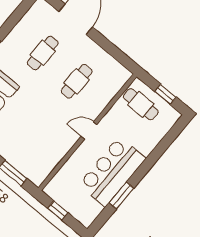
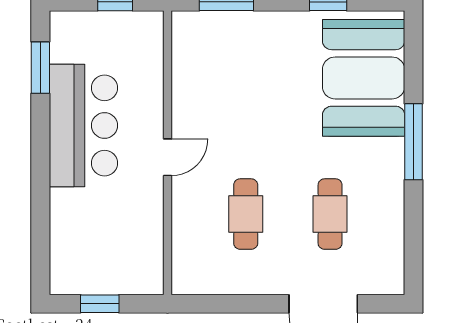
cafe table: (141, 104) -> (124, 259), removed
window: (121, 196) -> (40, 68), moved

